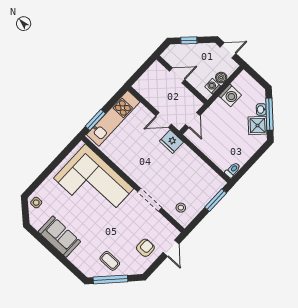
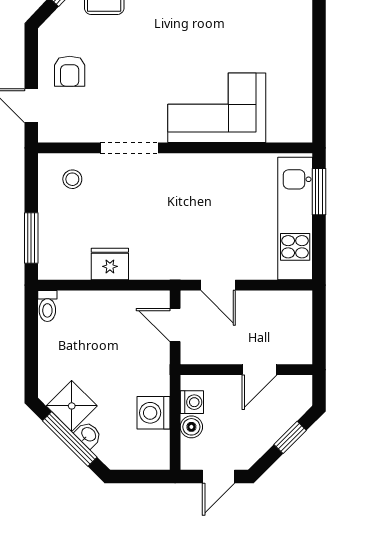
door: (164, 120) -> (218, 285), swing flipped
fridge: (171, 142) -> (110, 264), moved
corner sofa: (94, 183) -> (217, 108), width x0.73, depth x0.74

